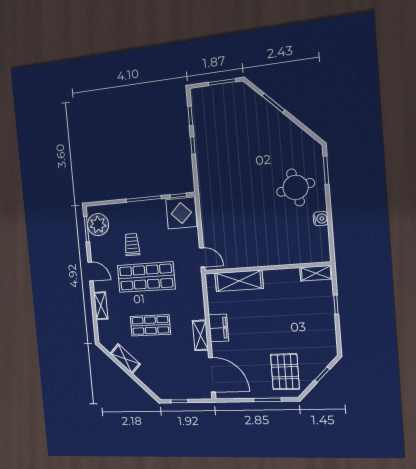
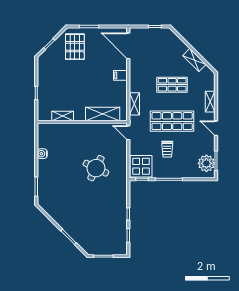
round table: (296, 187) -> (96, 168), moved, turned 38
trolley: (132, 245) -> (167, 149), moved
shelving: (316, 273) -> (63, 116), moved
filing cabinet: (219, 328) -> (120, 75), width x0.50
shelving: (200, 335) -> (134, 104), moved

